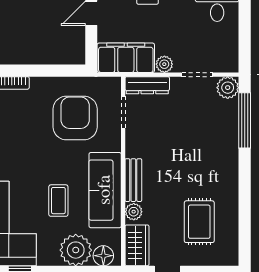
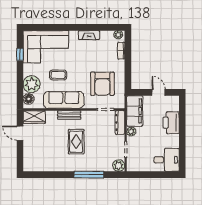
armchair: (75, 118) -> (102, 84), turned 90
window: (245, 120) -> (89, 175), moved
plant: (134, 212) -> (52, 115), removed
rug: (199, 222) -> (76, 142), moved, turned 90

